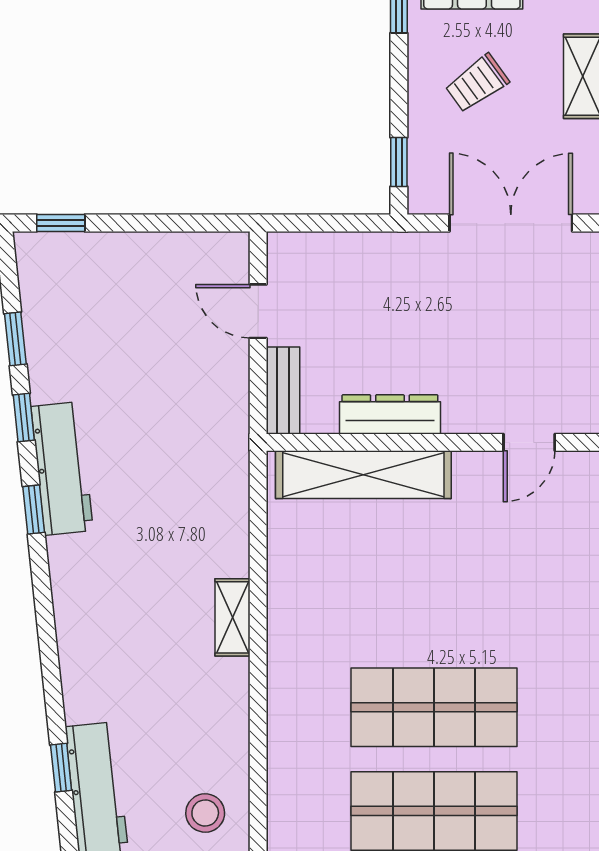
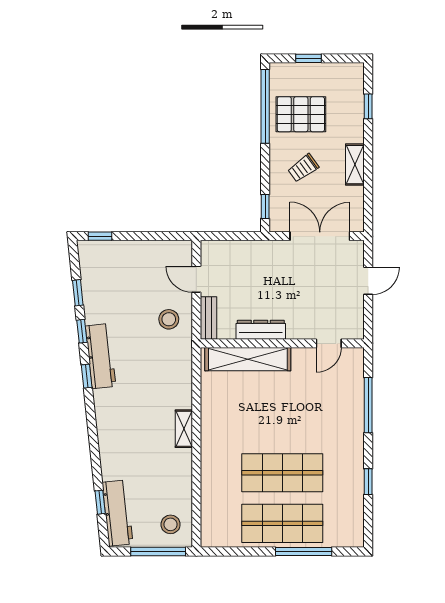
stool: (202, 393) -> (169, 319), added

